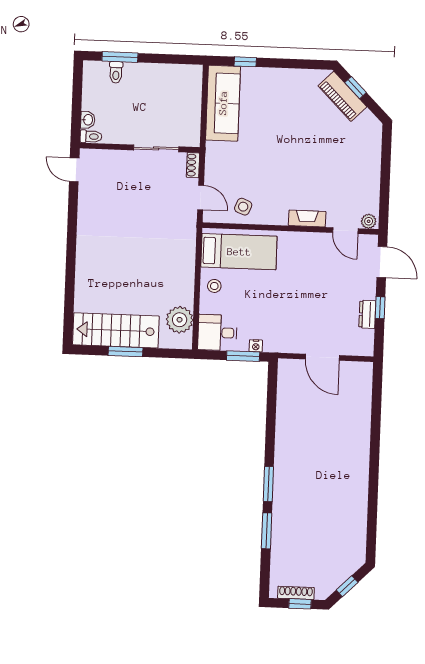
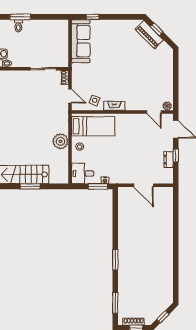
fireplace: (307, 219) -> (114, 106), moved
plant: (180, 320) -> (60, 141), moved
window: (267, 531) -> (115, 303), moved

